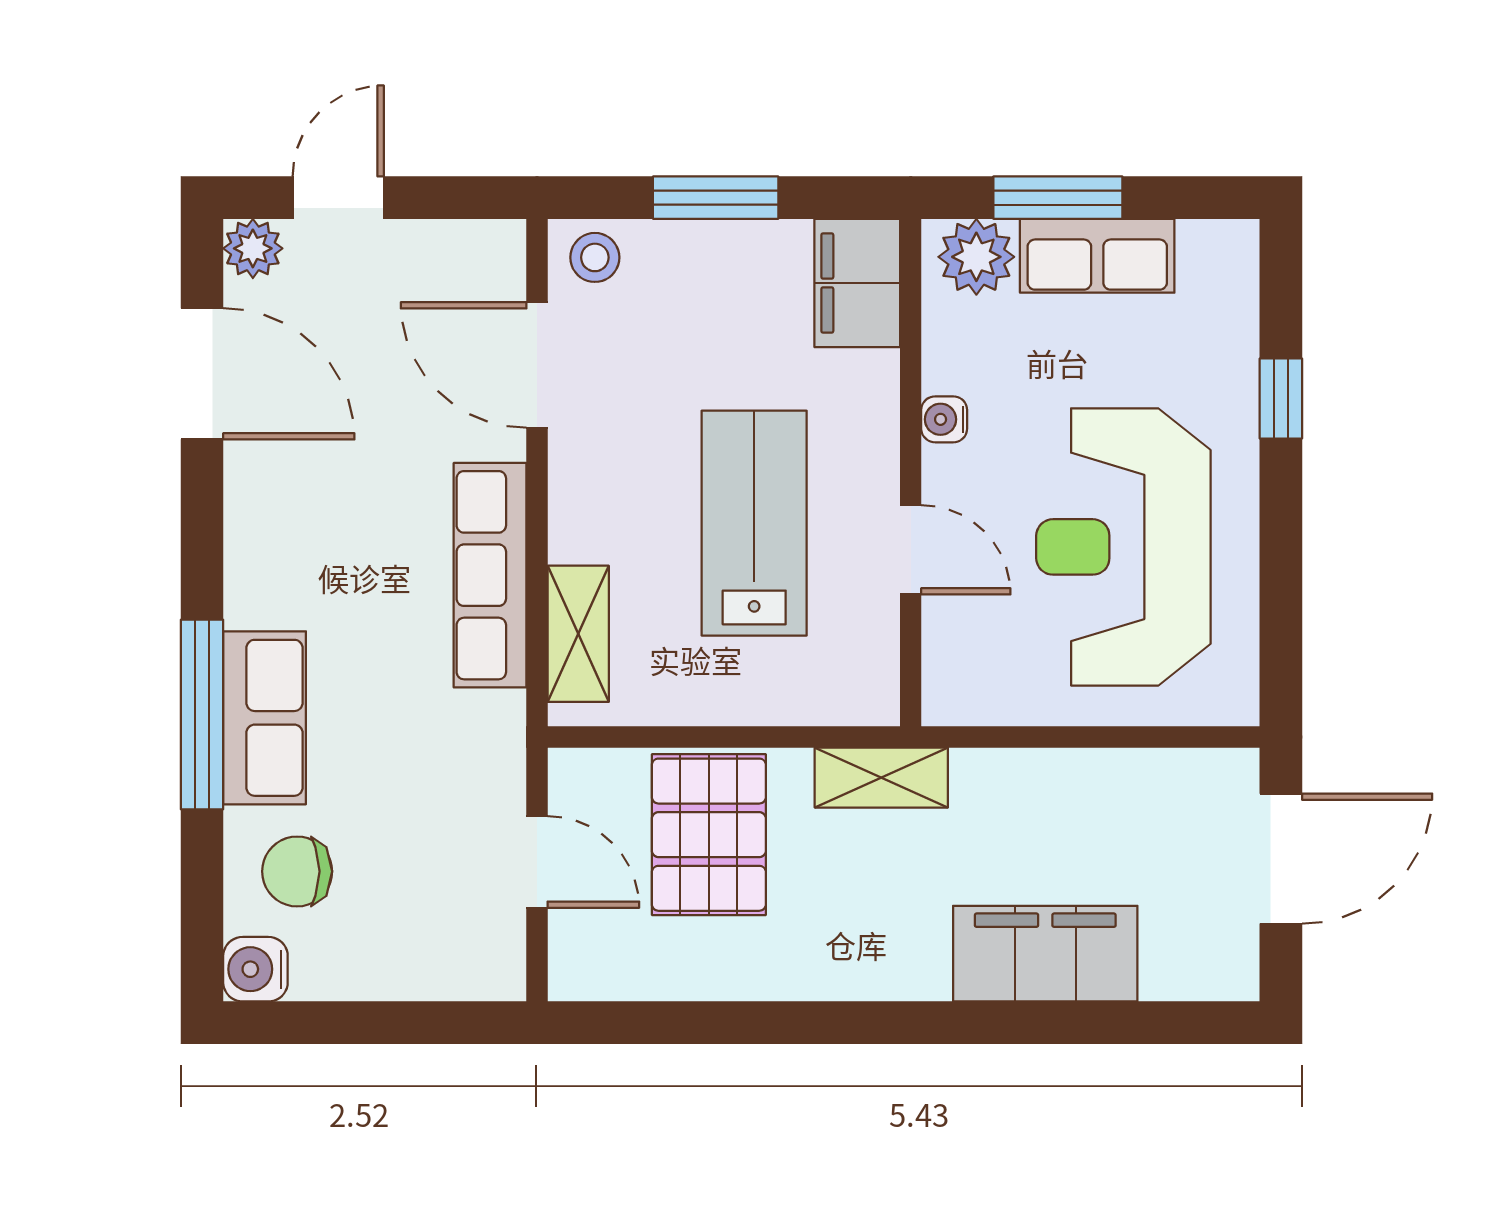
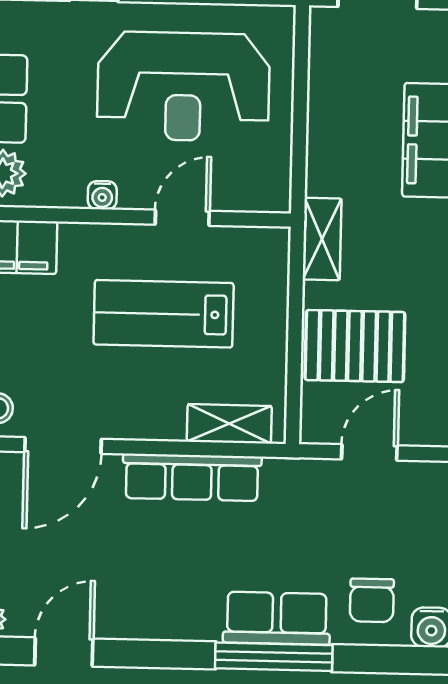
door: (202, 374) -> (64, 652), width x0.73

